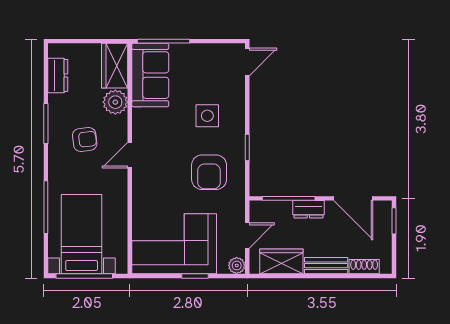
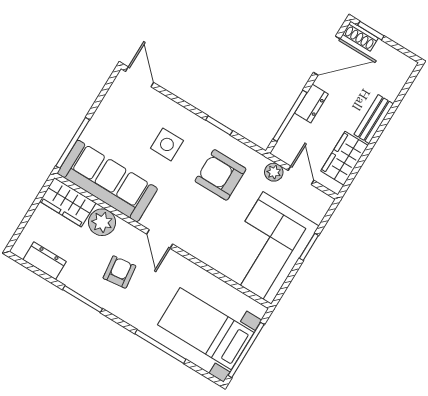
sofa: (150, 75) -> (107, 181), width x1.36
armchair: (209, 172) -> (221, 175), turned 180
plant: (237, 265) -> (274, 172), moved
shoe rack: (364, 267) -> (360, 36), moved, turned -90

